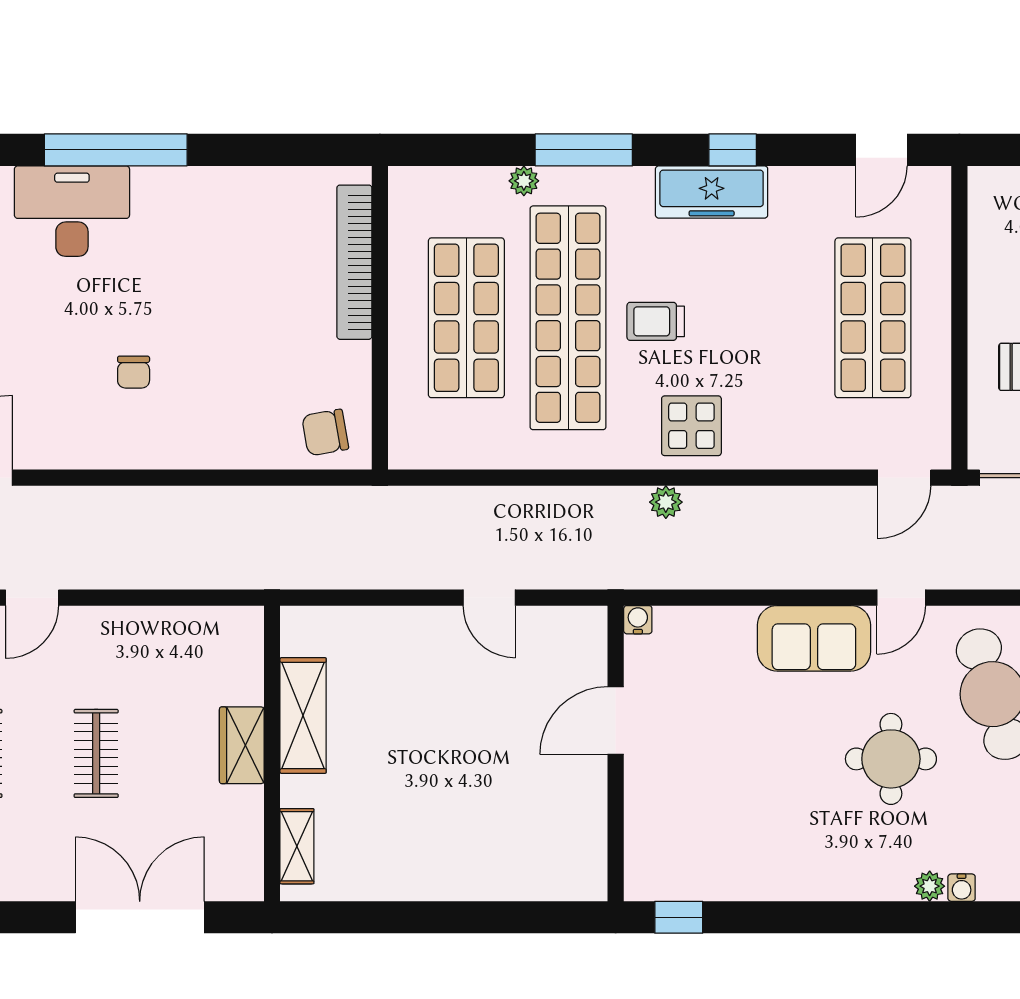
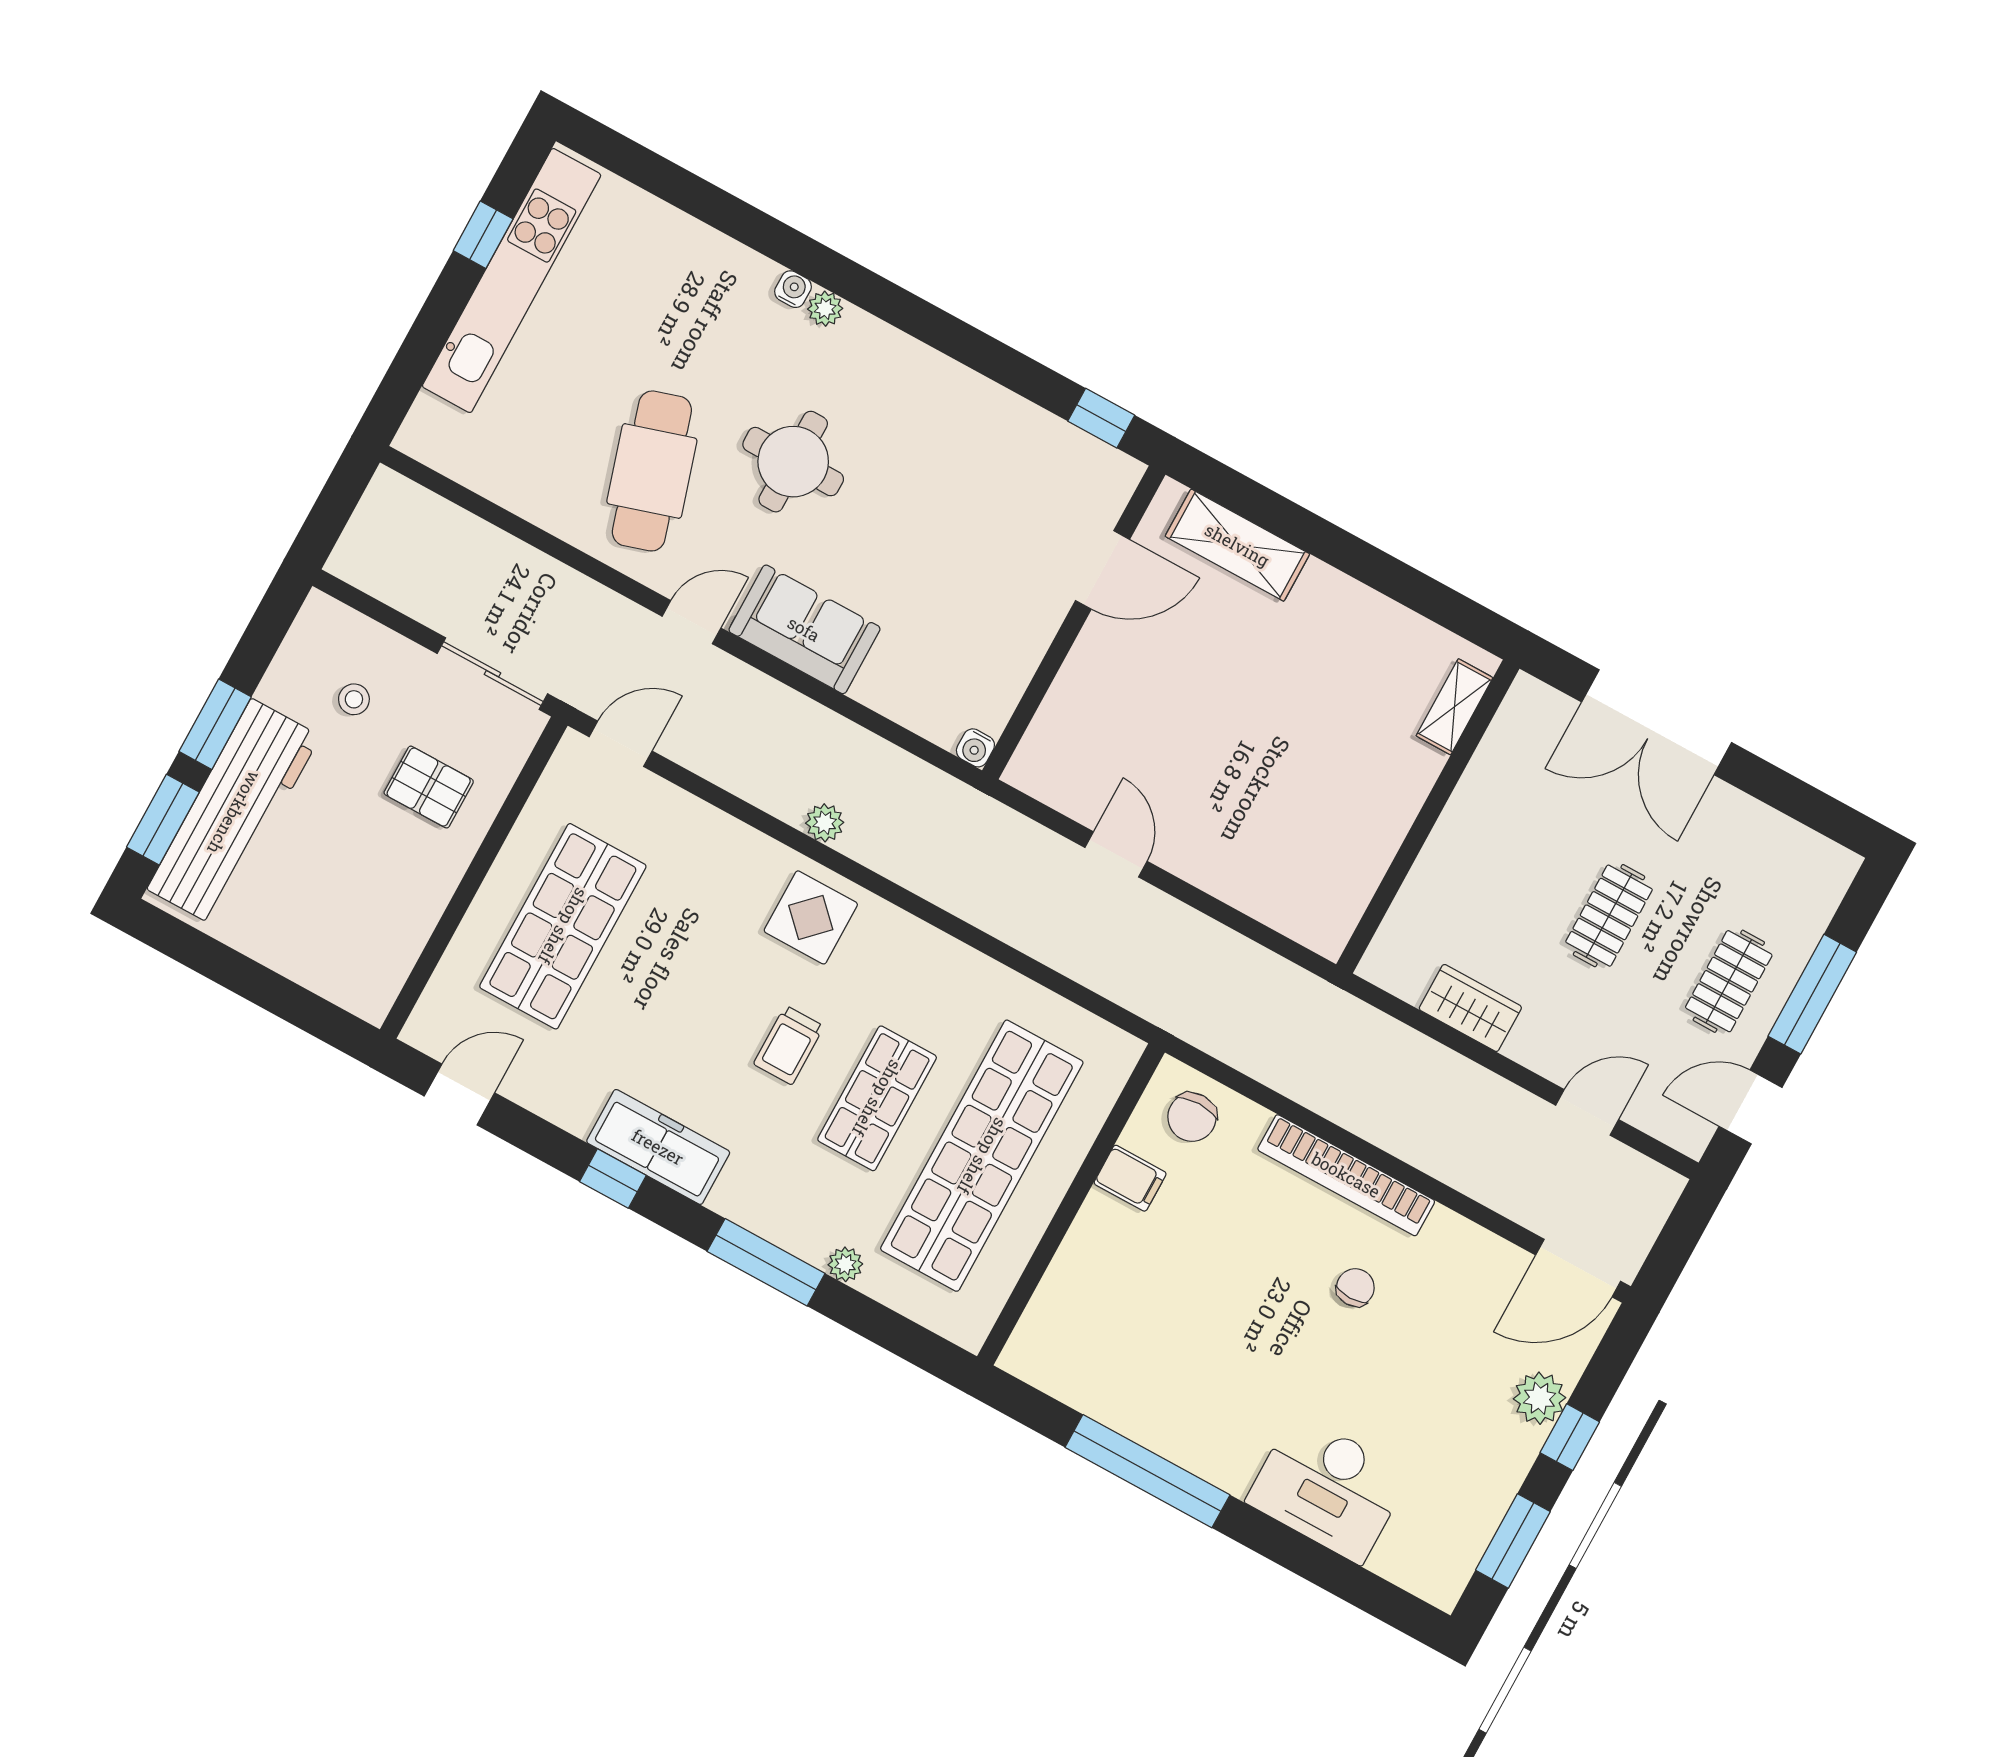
window: (116, 150) -> (1147, 1471), moved
bookcase: (354, 262) -> (1346, 1175), moved, turned 90
shop shelf: (466, 318) -> (982, 1156), width x1.40
shop shelf: (568, 318) -> (877, 1098), width x0.50, depth x0.74
trolley: (656, 321) -> (789, 1045), turned 90
filing cabinet: (346, 362) -> (1130, 1178), added
chair: (325, 432) -> (1192, 1117), turned 100
plant: (666, 502) -> (825, 823), moved
shelving: (303, 716) -> (1237, 545), moved, turned 90
door: (616, 721) -> (1102, 570), moved
wardrobe: (242, 745) -> (1470, 1008), moved, turned -90

